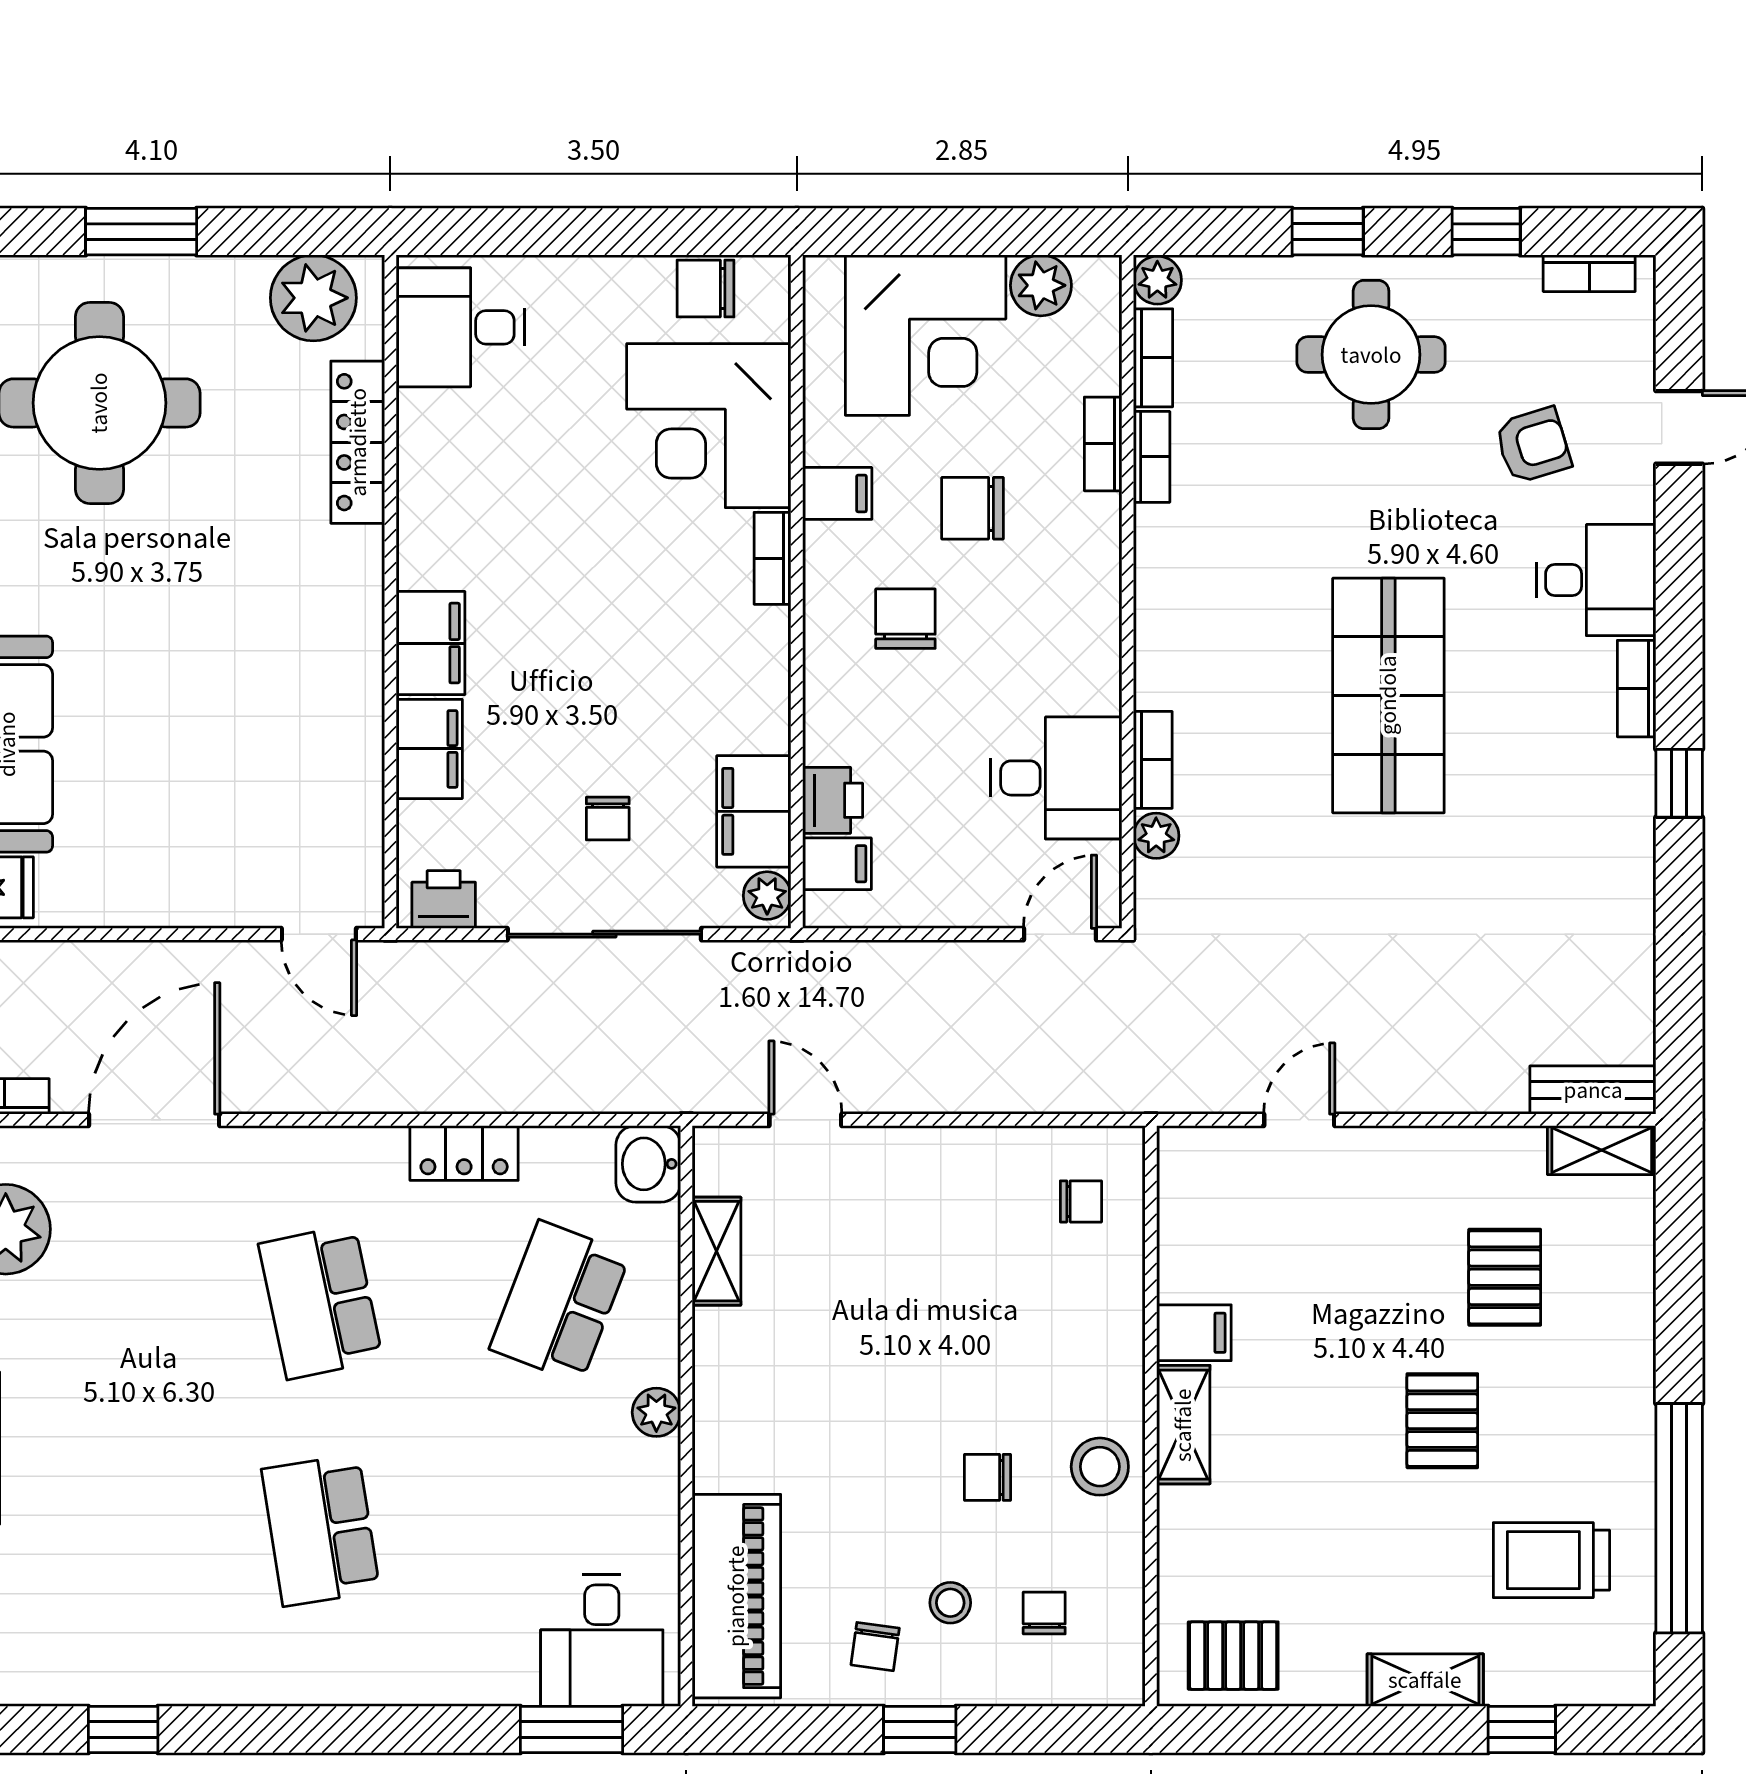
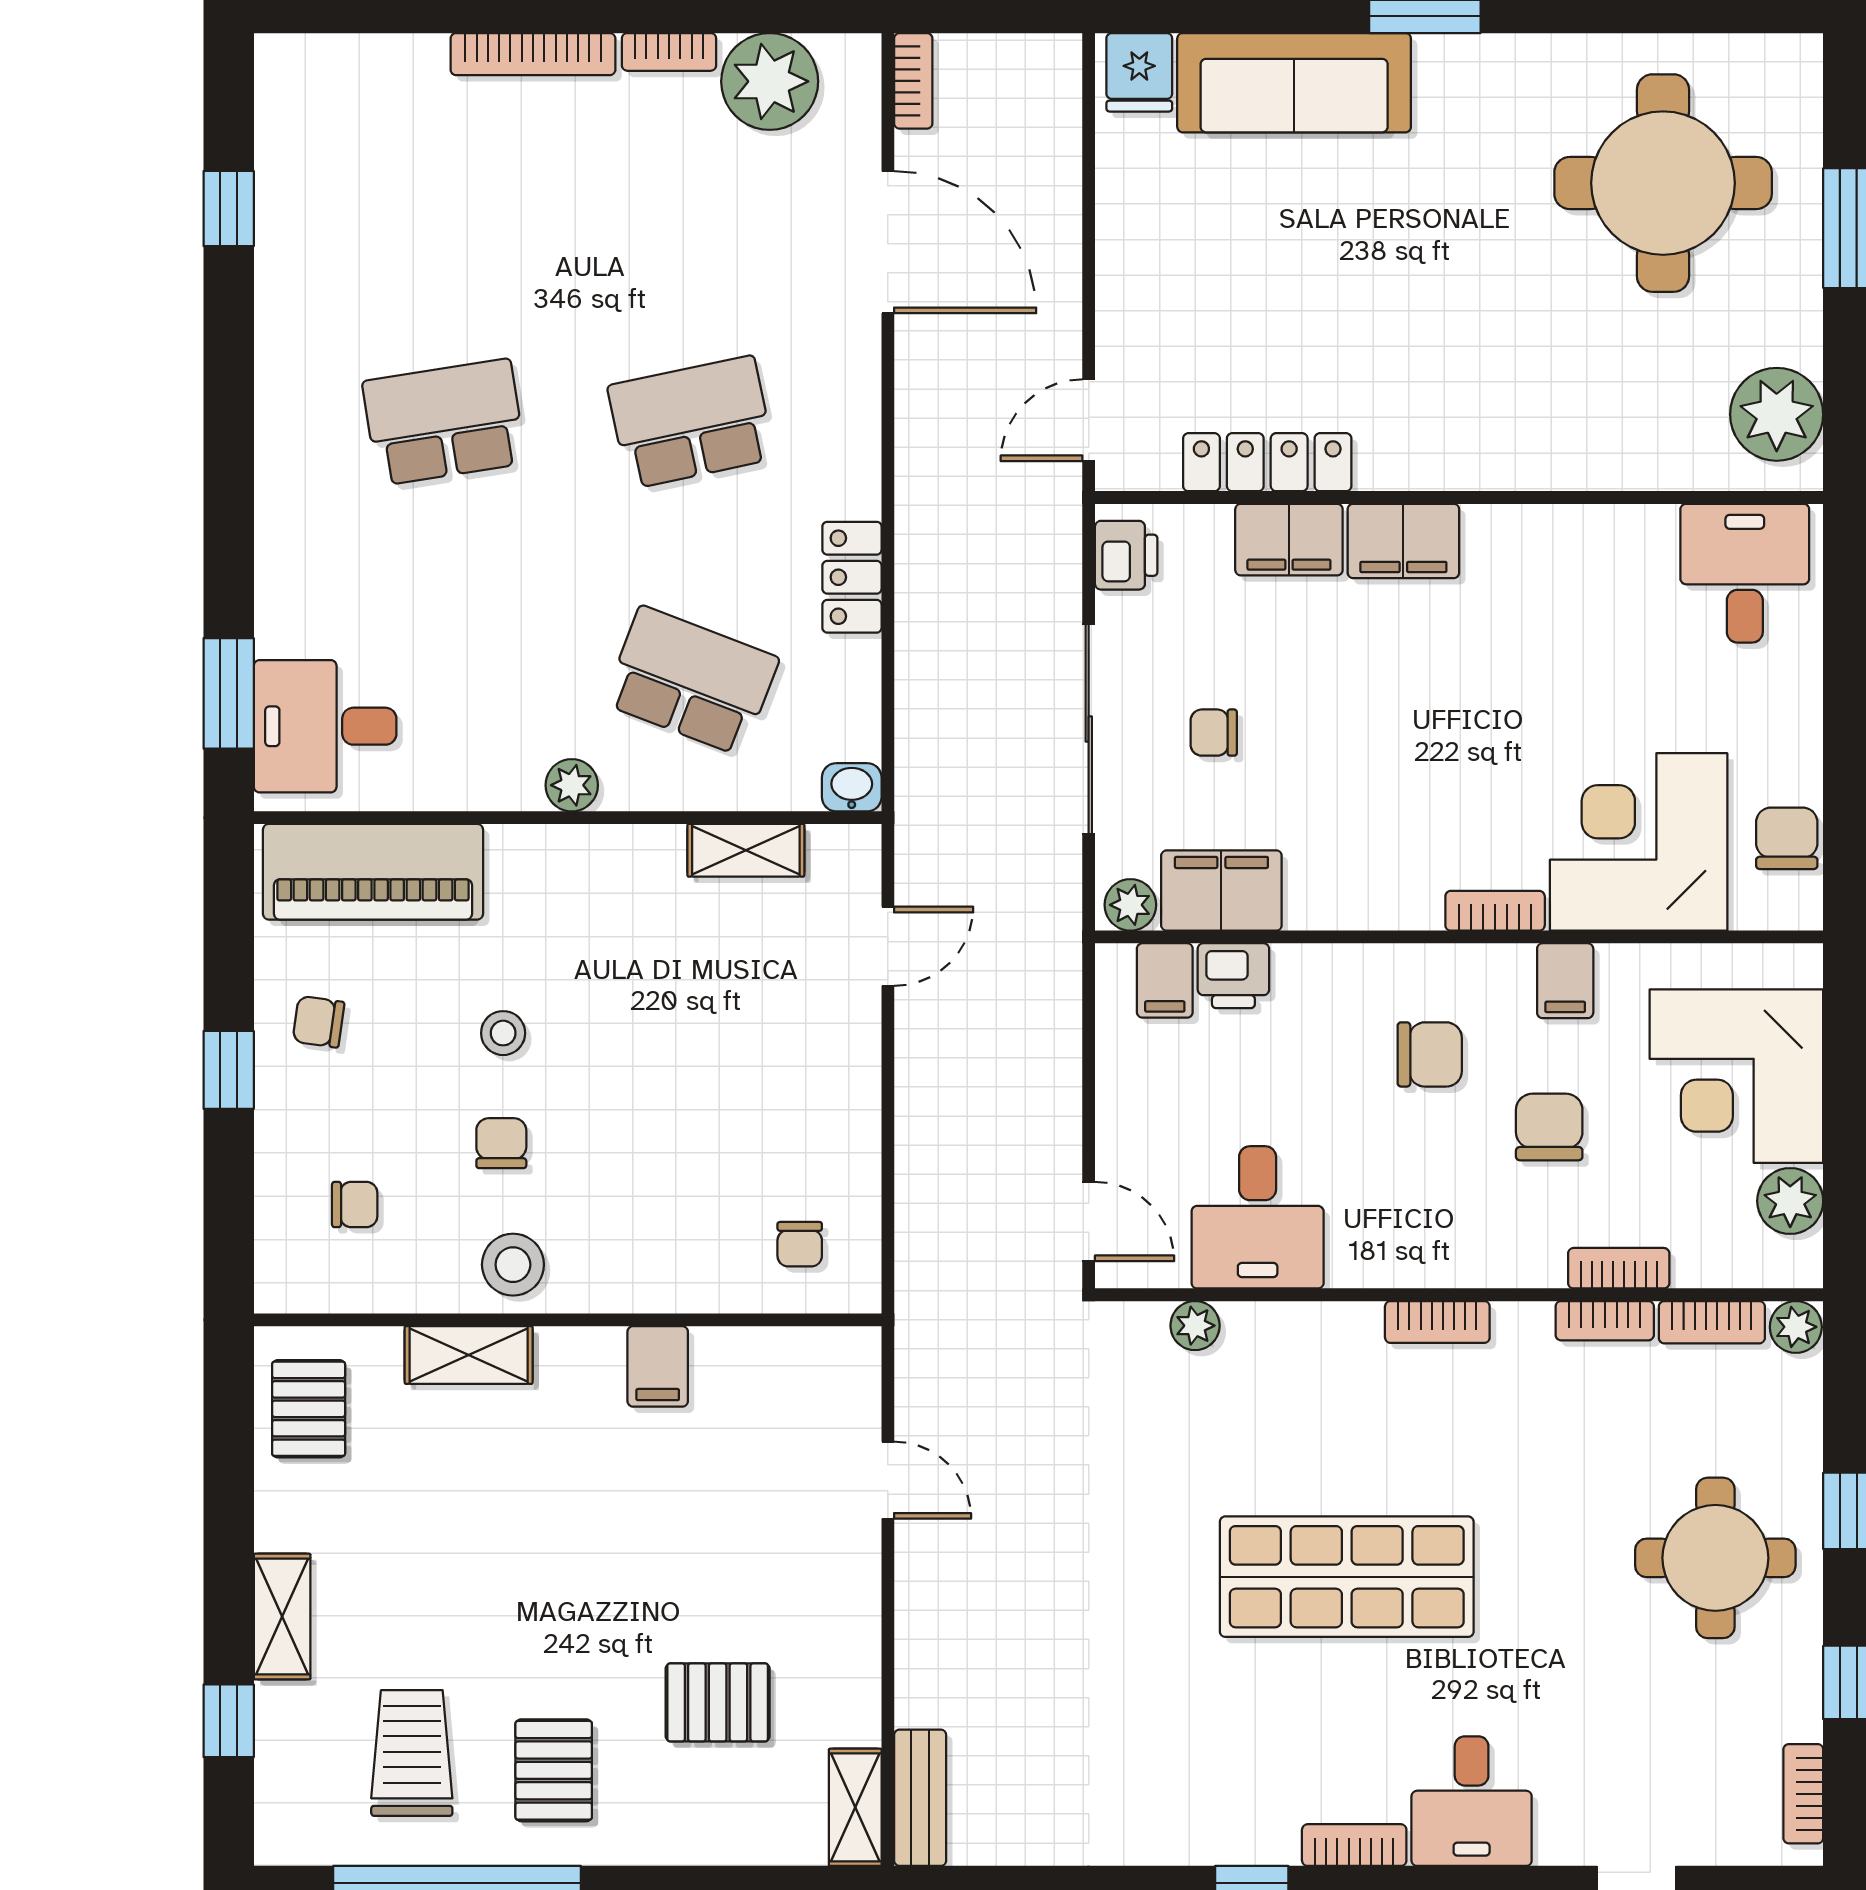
locker: (358, 442) -> (1267, 462), moved
armchair: (1533, 445) -> (1617, 1733), removed
bookcase: (1153, 760) -> (1437, 1322), moved
washbasin: (648, 1164) -> (852, 787), width x0.72, depth x0.69
pallet: (1442, 1421) -> (554, 1770), moved, turned 90
shelving: (1183, 1425) -> (469, 1355), moved
stool: (950, 1603) -> (503, 1033), moved

